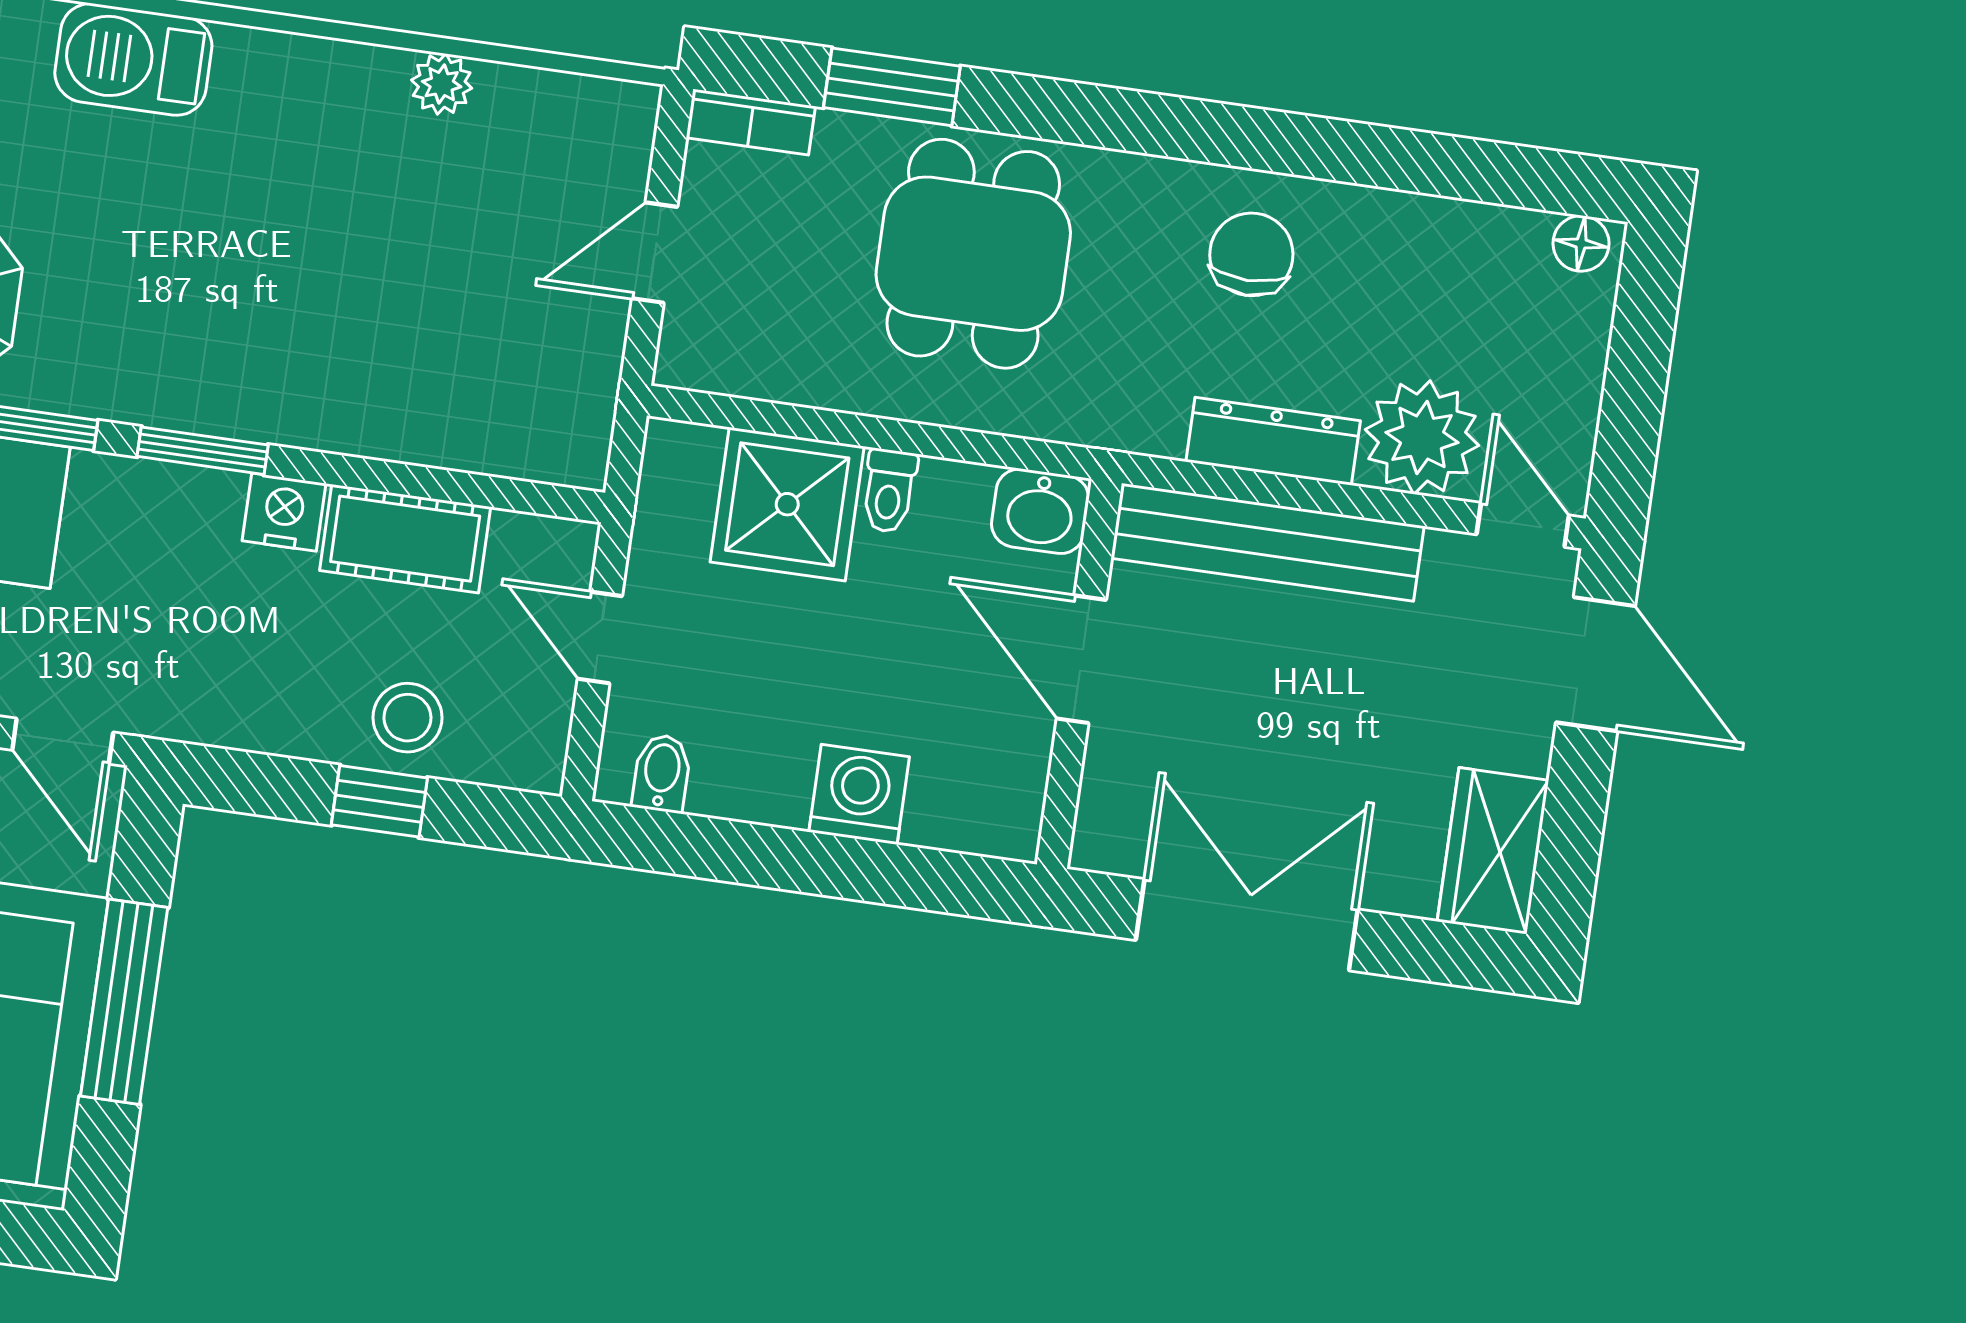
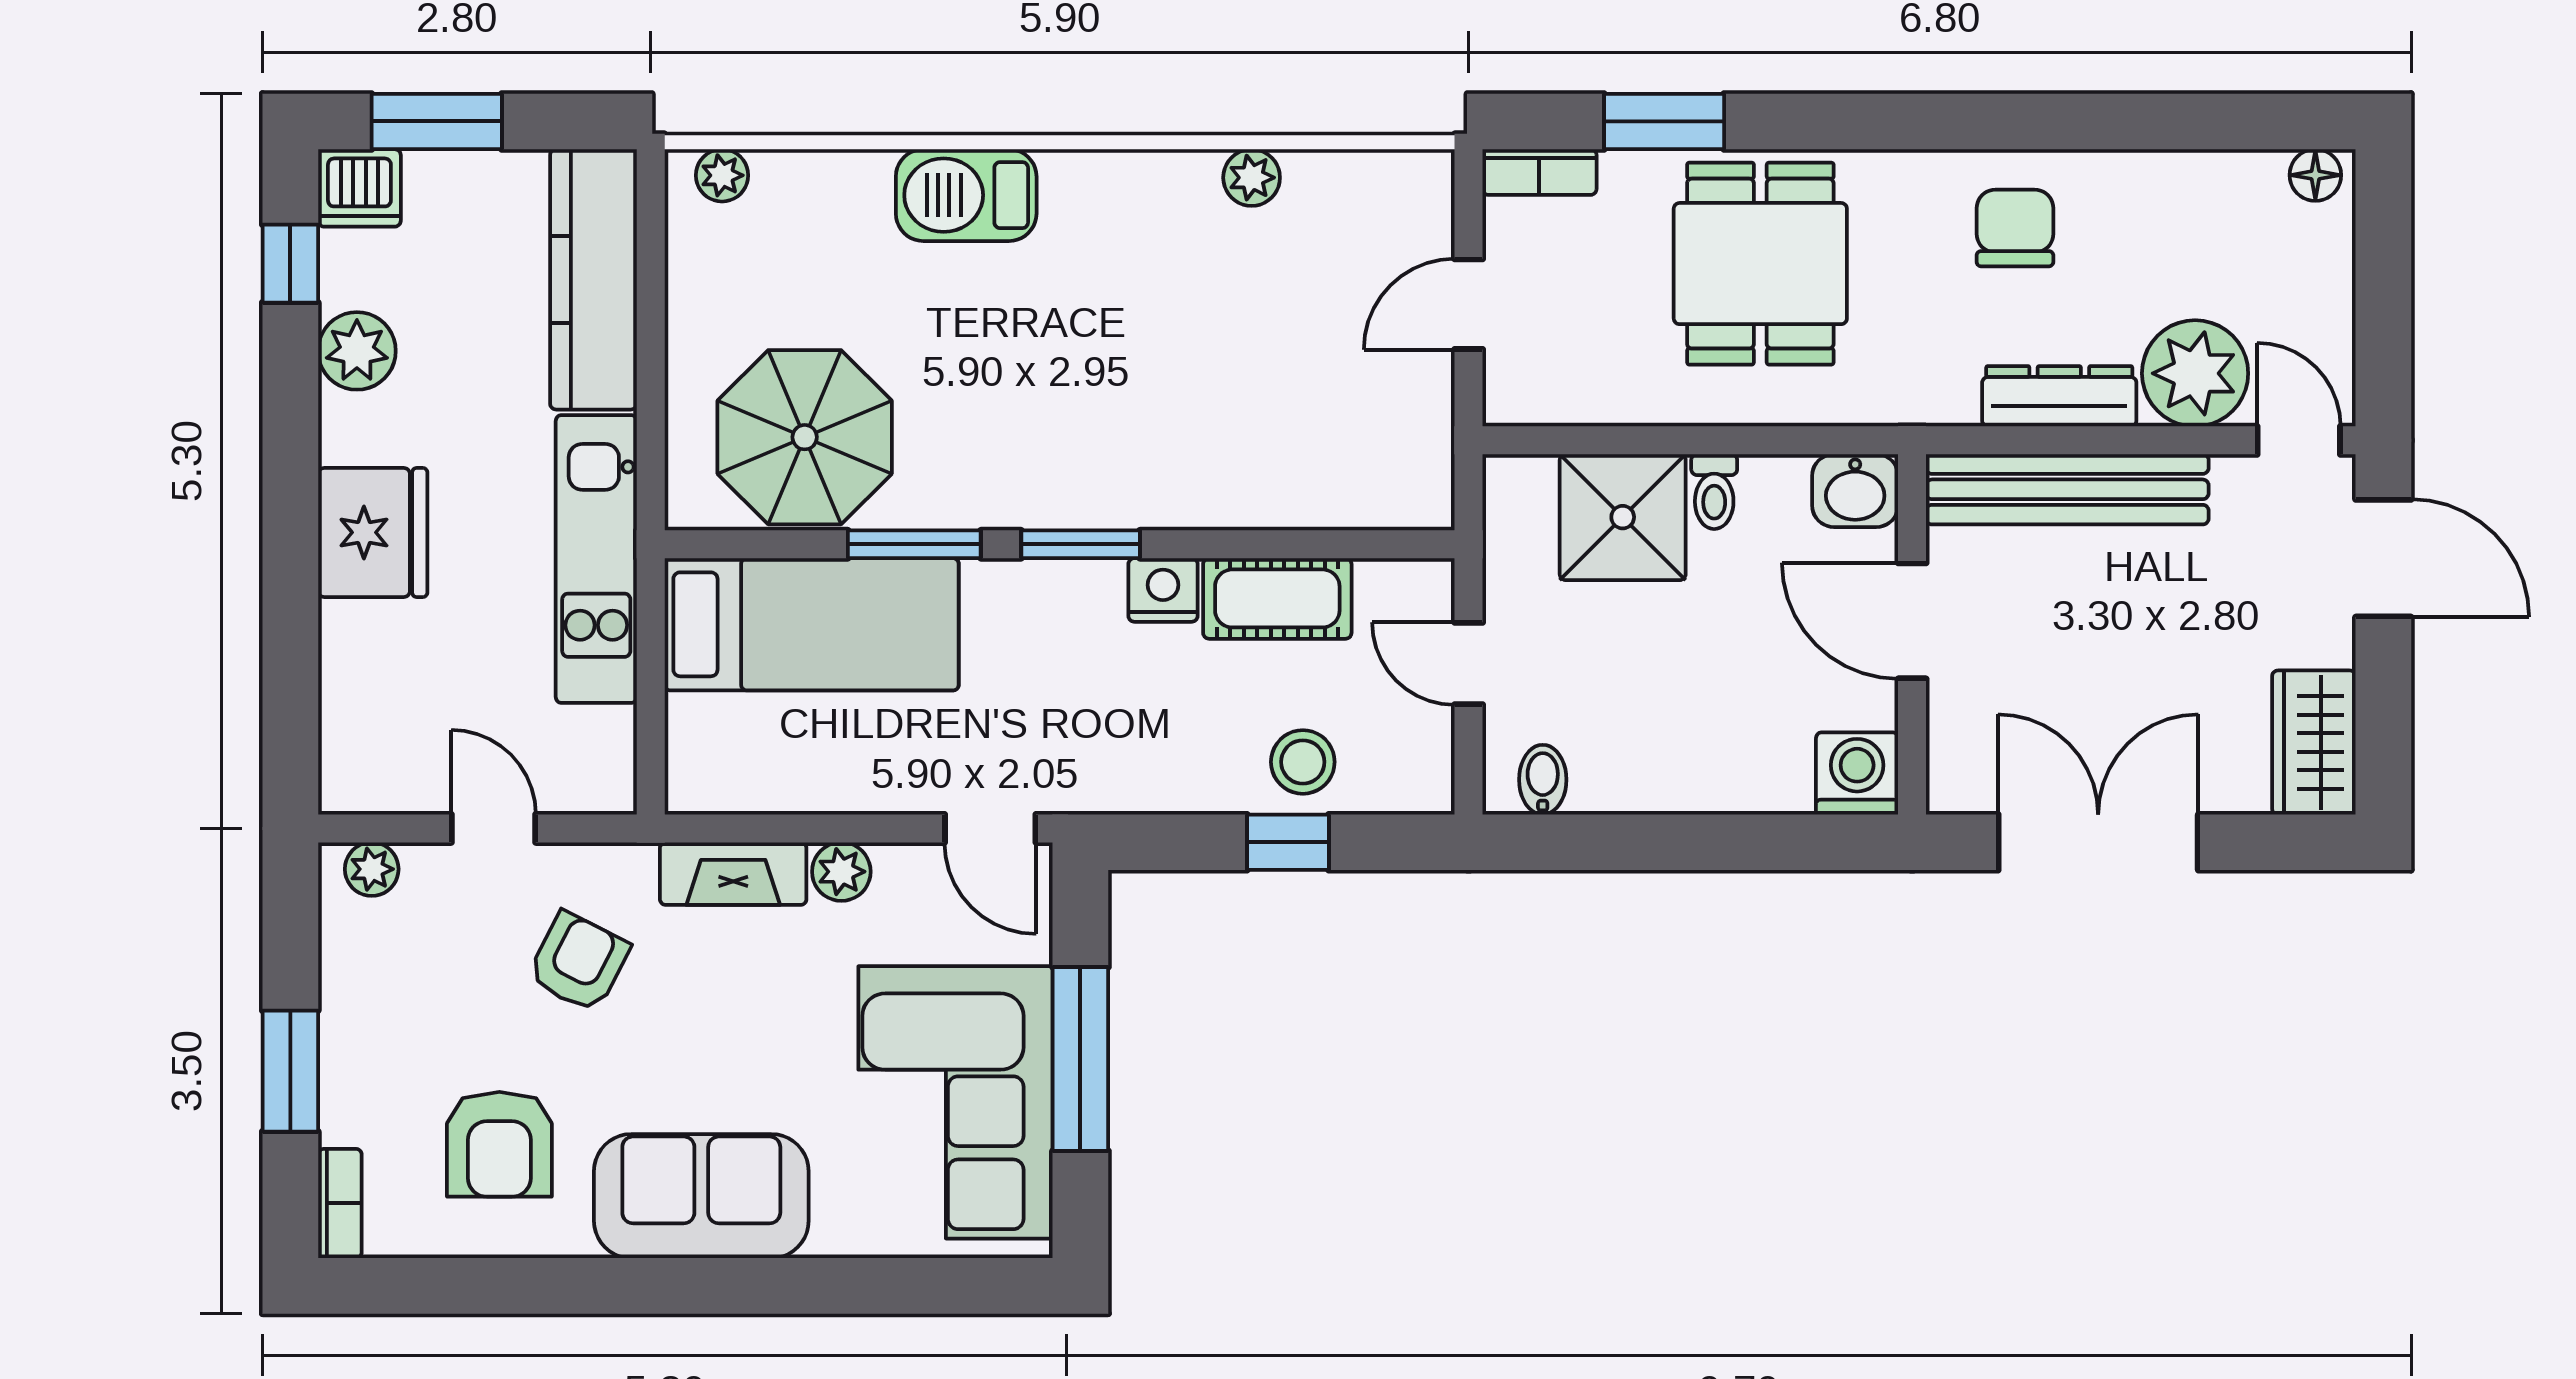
washing machine: (859, 794) -> (1857, 773), moved

